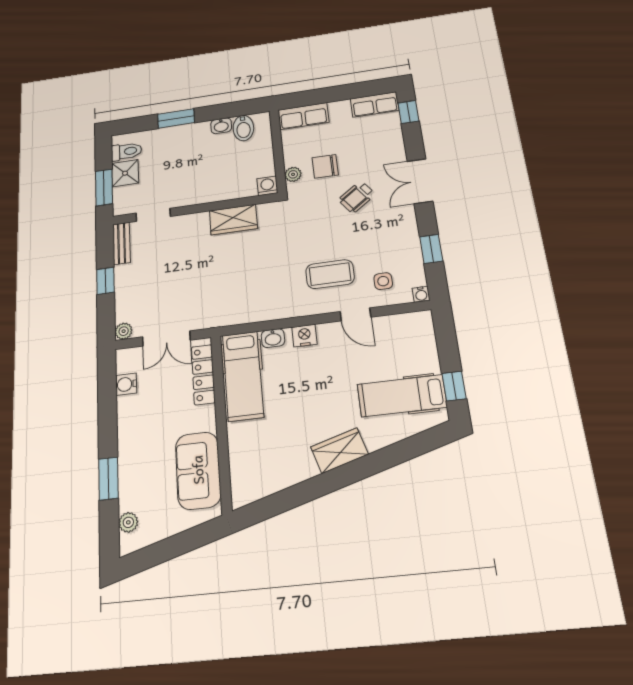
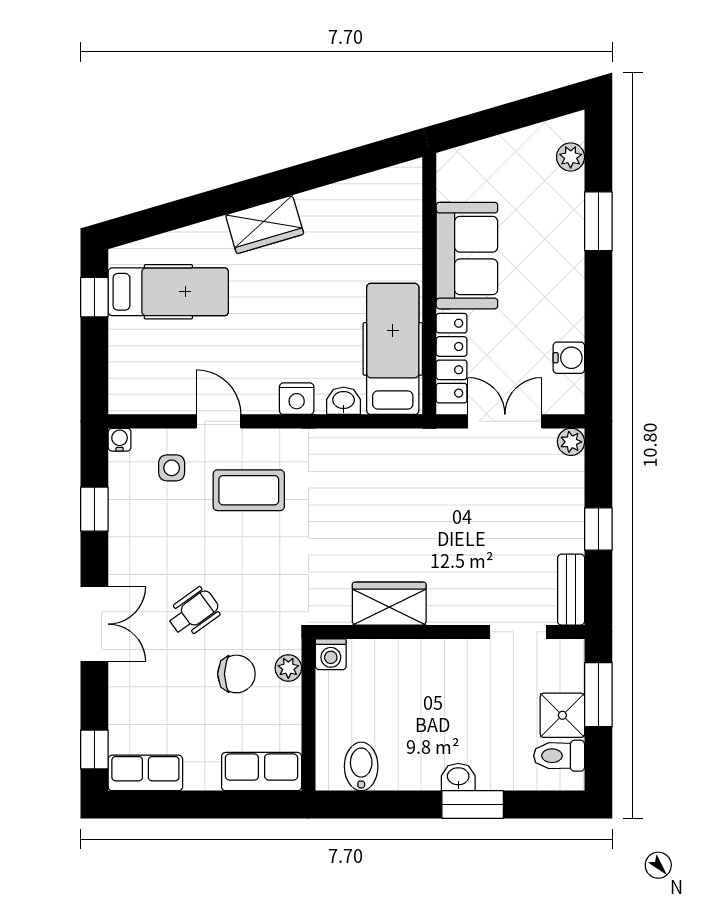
washbasin: (221, 126) -> (458, 777), moved
sofa: (198, 470) -> (467, 256), moved

